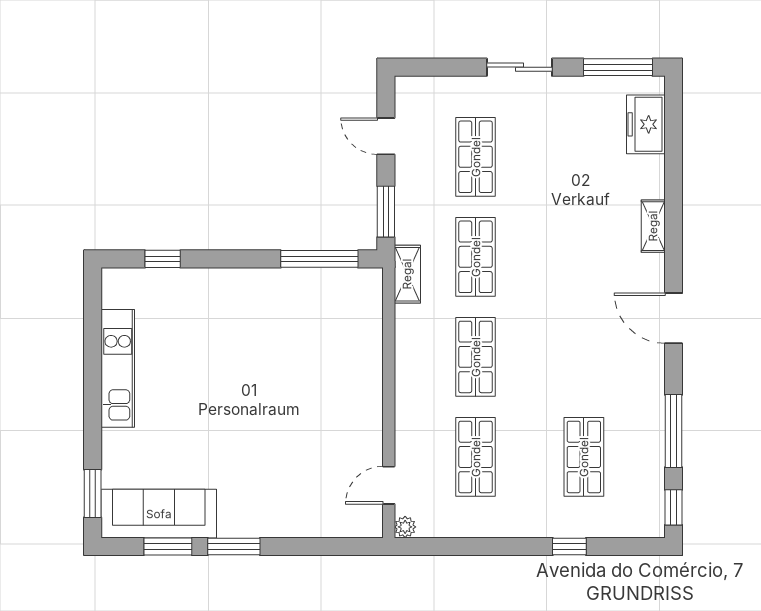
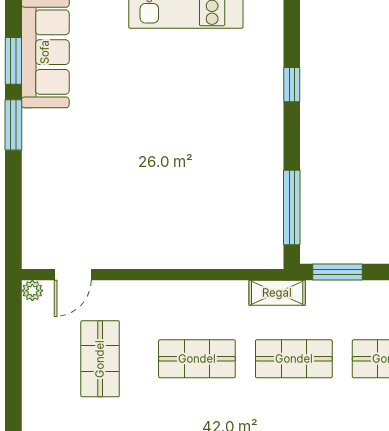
window: (163, 259) -> (292, 85), moved
shop shelf: (476, 457) -> (100, 359), turned 90
door: (389, 485) -> (73, 275), swing flipped

